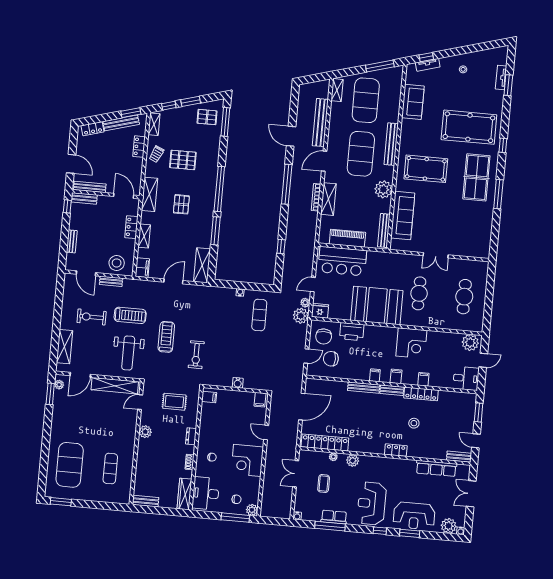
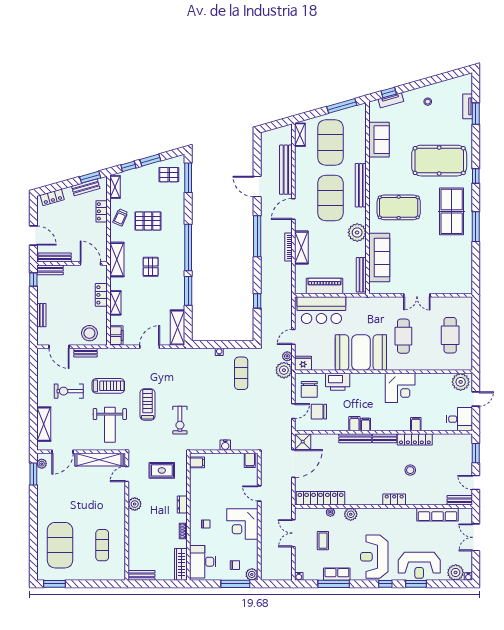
bench: (121, 123) -> (86, 187), width x0.73
filing cabinet: (396, 376) -> (354, 424), moved
shower: (313, 386) -> (303, 442), added

